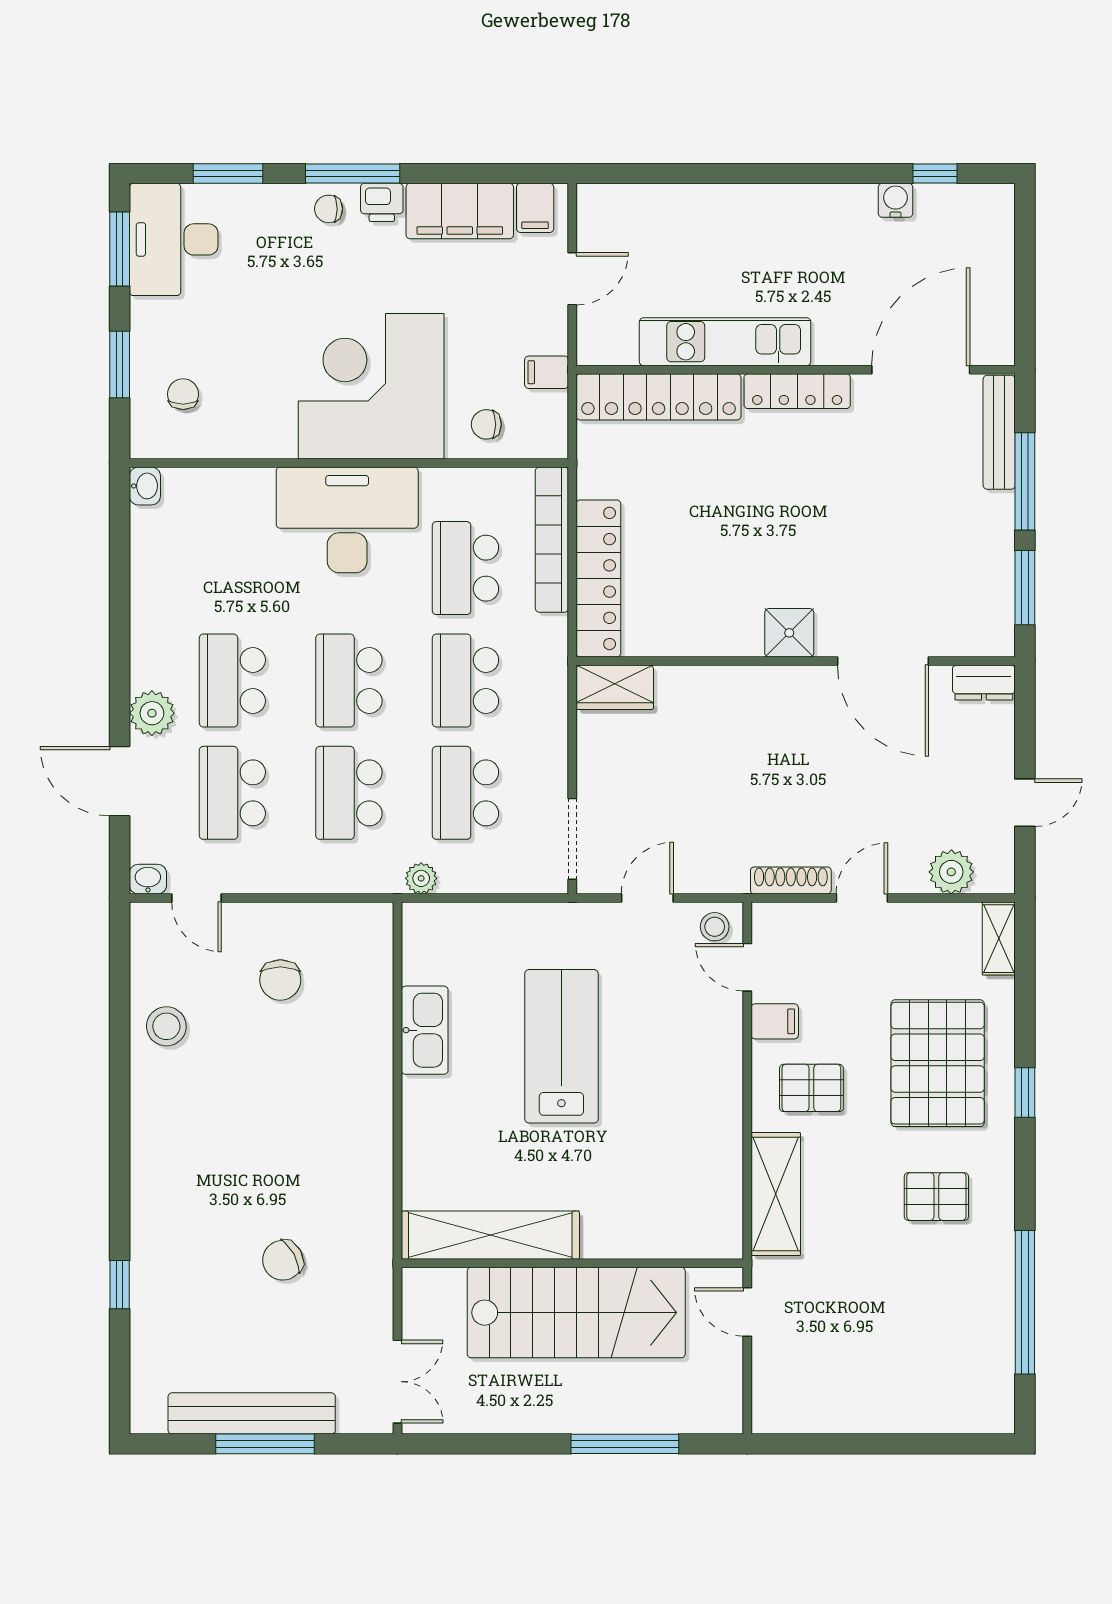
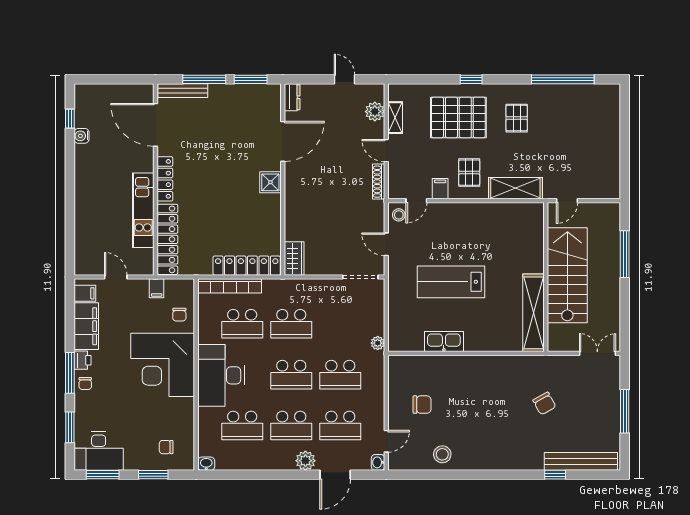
school desk: (465, 793) -> (242, 426), moved
shelving: (999, 939) -> (395, 118), moved, turned 90
bench: (252, 1413) -> (581, 461), moved, turned 90

